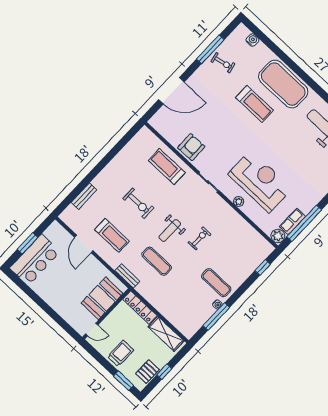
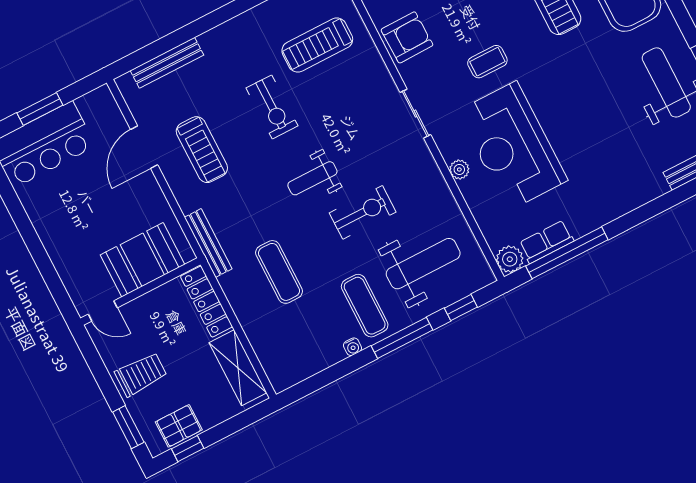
coffee table: (234, 145) -> (487, 62), added
treadmill: (167, 166) -> (317, 45), moved, turned -90
reception desk: (260, 181) -> (512, 146), turned 180
bench: (84, 196) -> (167, 63), width x1.36
exercise bike: (200, 238) -> (363, 212), width x1.38, depth x1.39
weight bench: (237, 253) -> (423, 264), added
exercise mat: (157, 261) -> (279, 272), moved
bench: (127, 276) -> (208, 243), width x1.36
window: (216, 316) -> (402, 338), moved
window: (164, 372) -> (188, 449), moved

